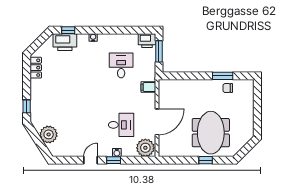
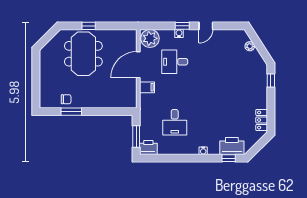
filing cabinet: (148, 87) -> (147, 87), moved
plant: (49, 134) -> (250, 46), width x0.53, depth x0.53

